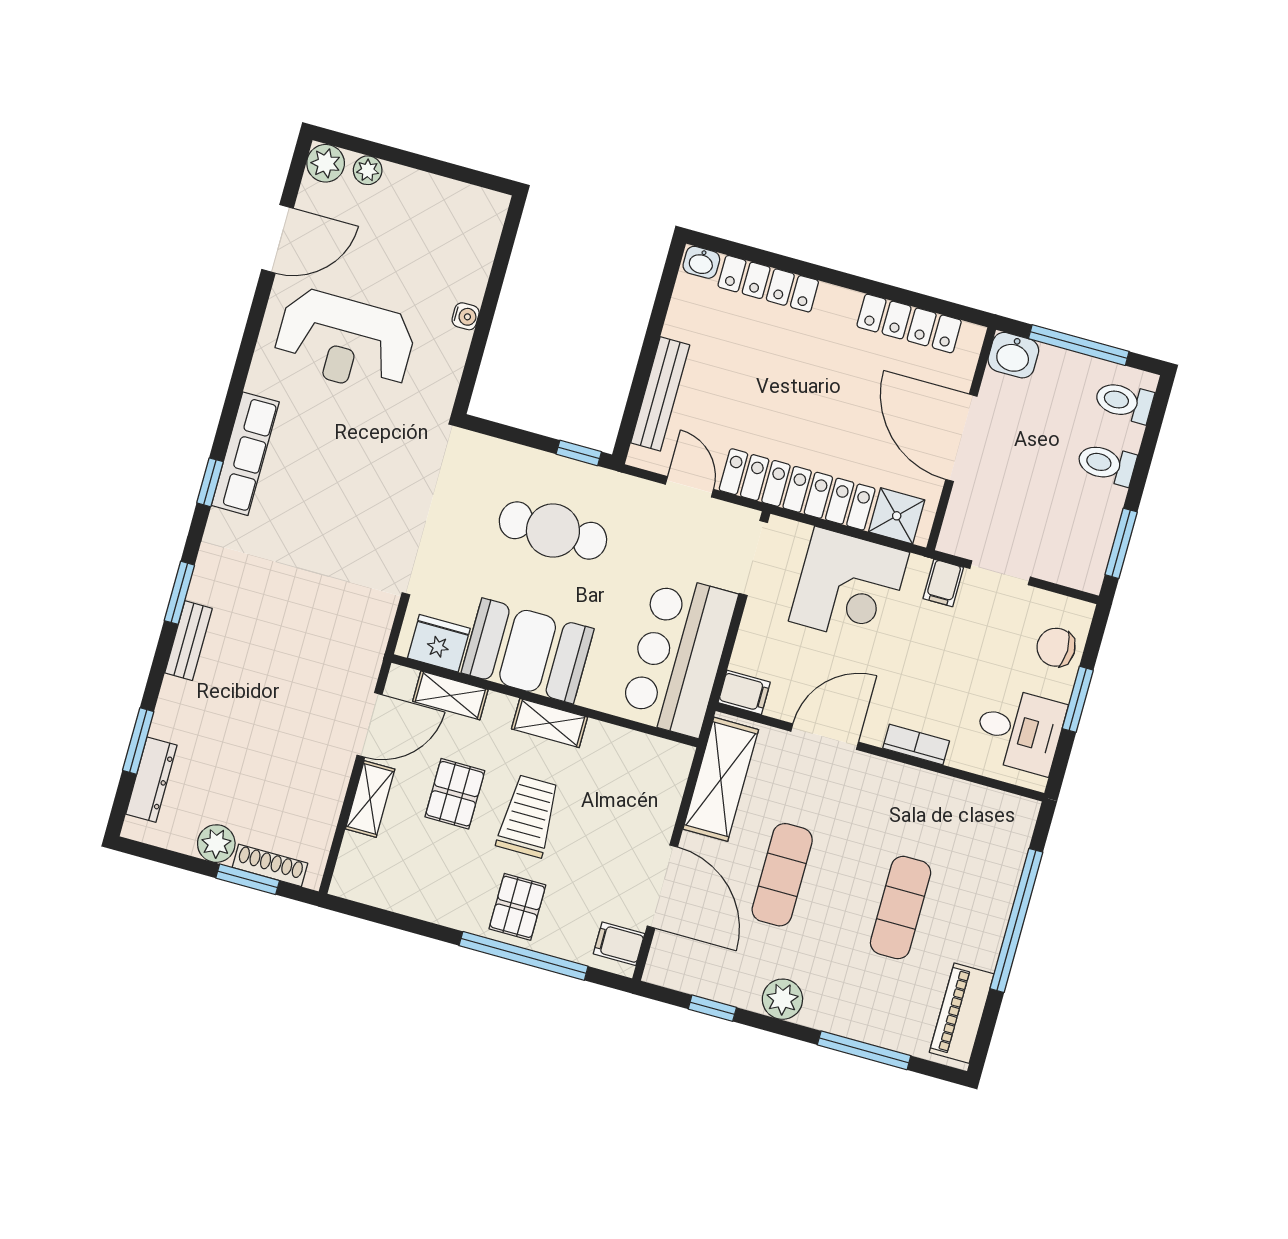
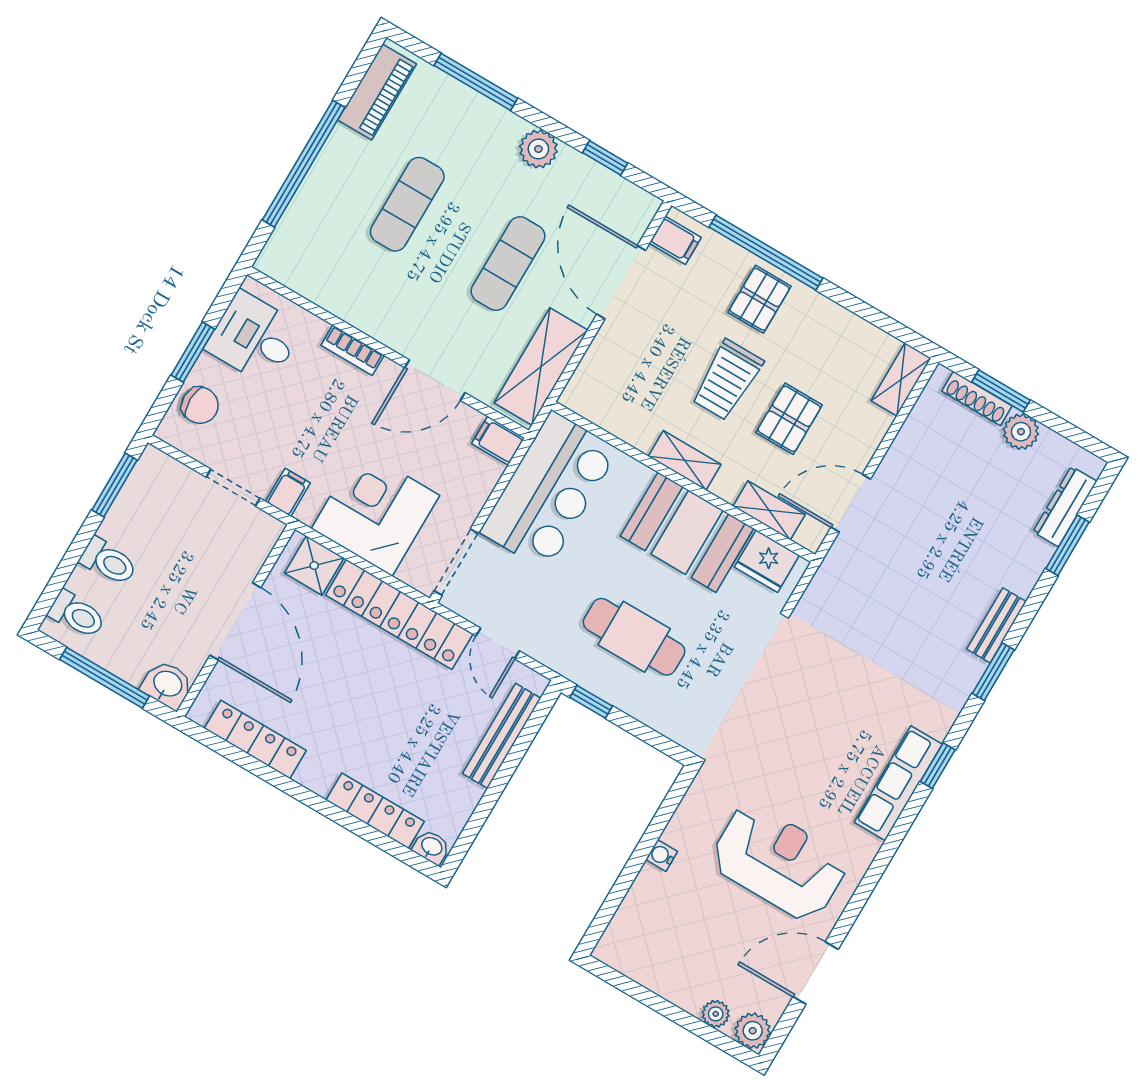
shelving: (370, 799) -> (901, 379), moved

